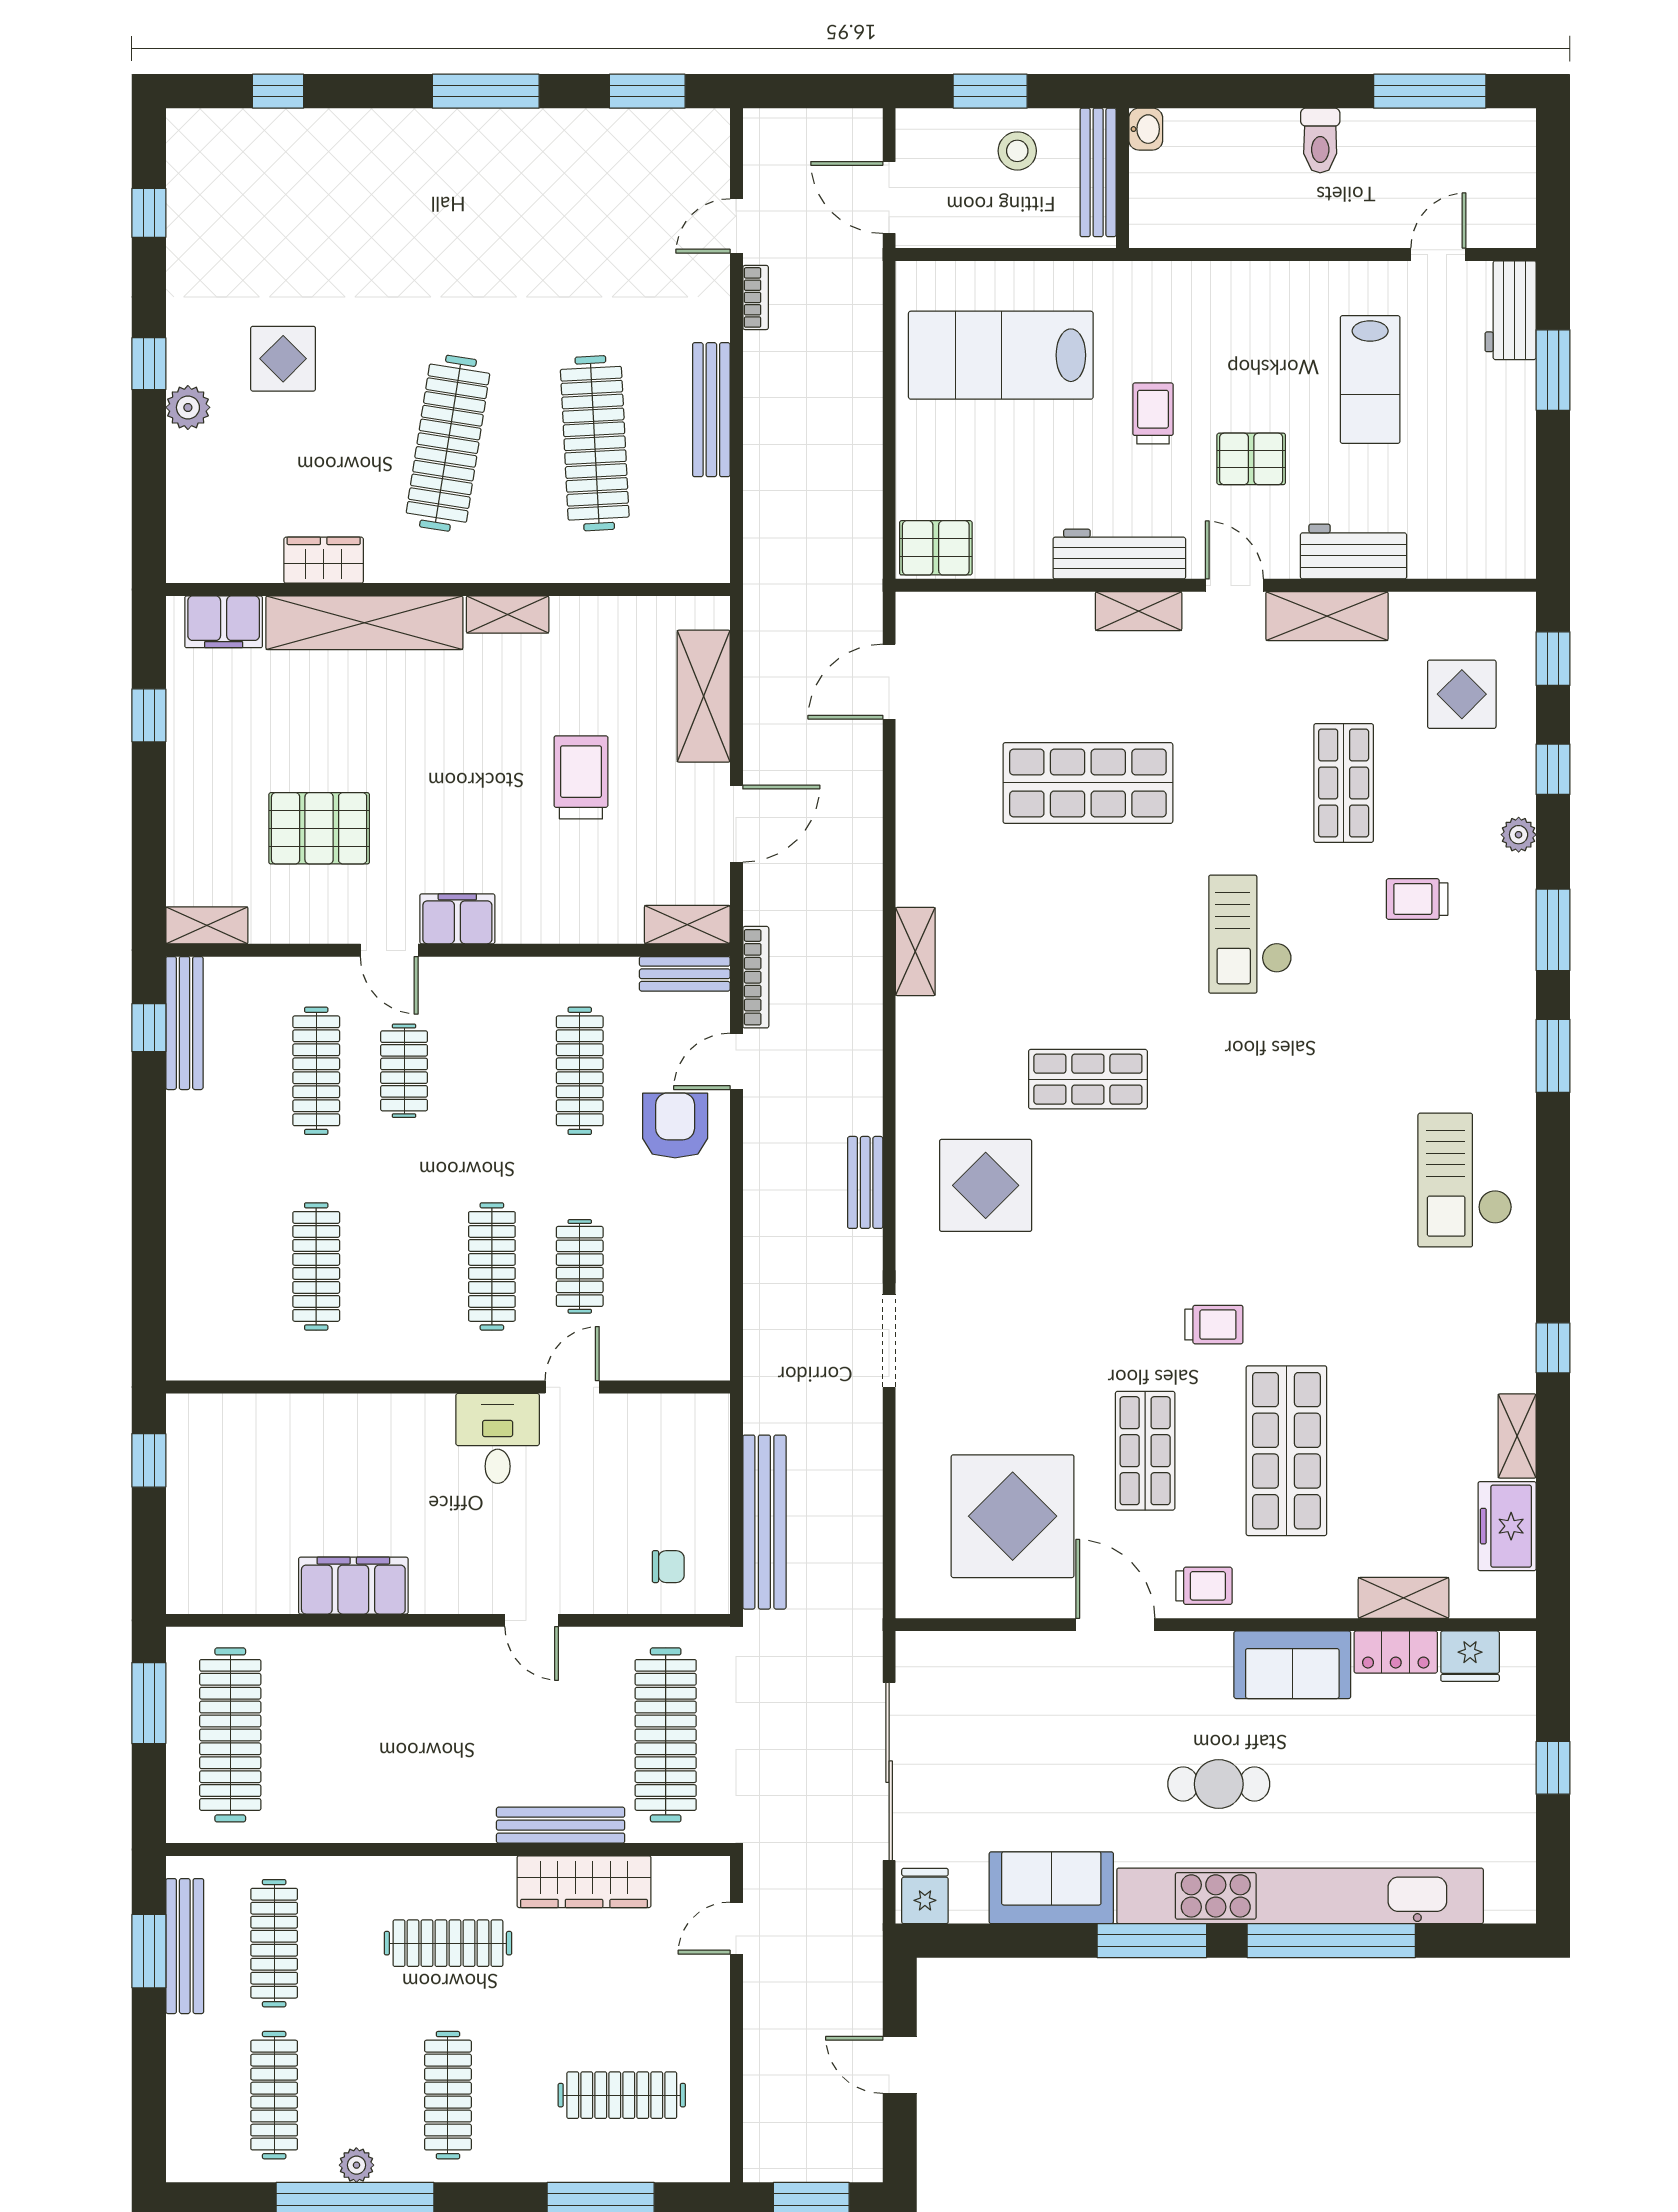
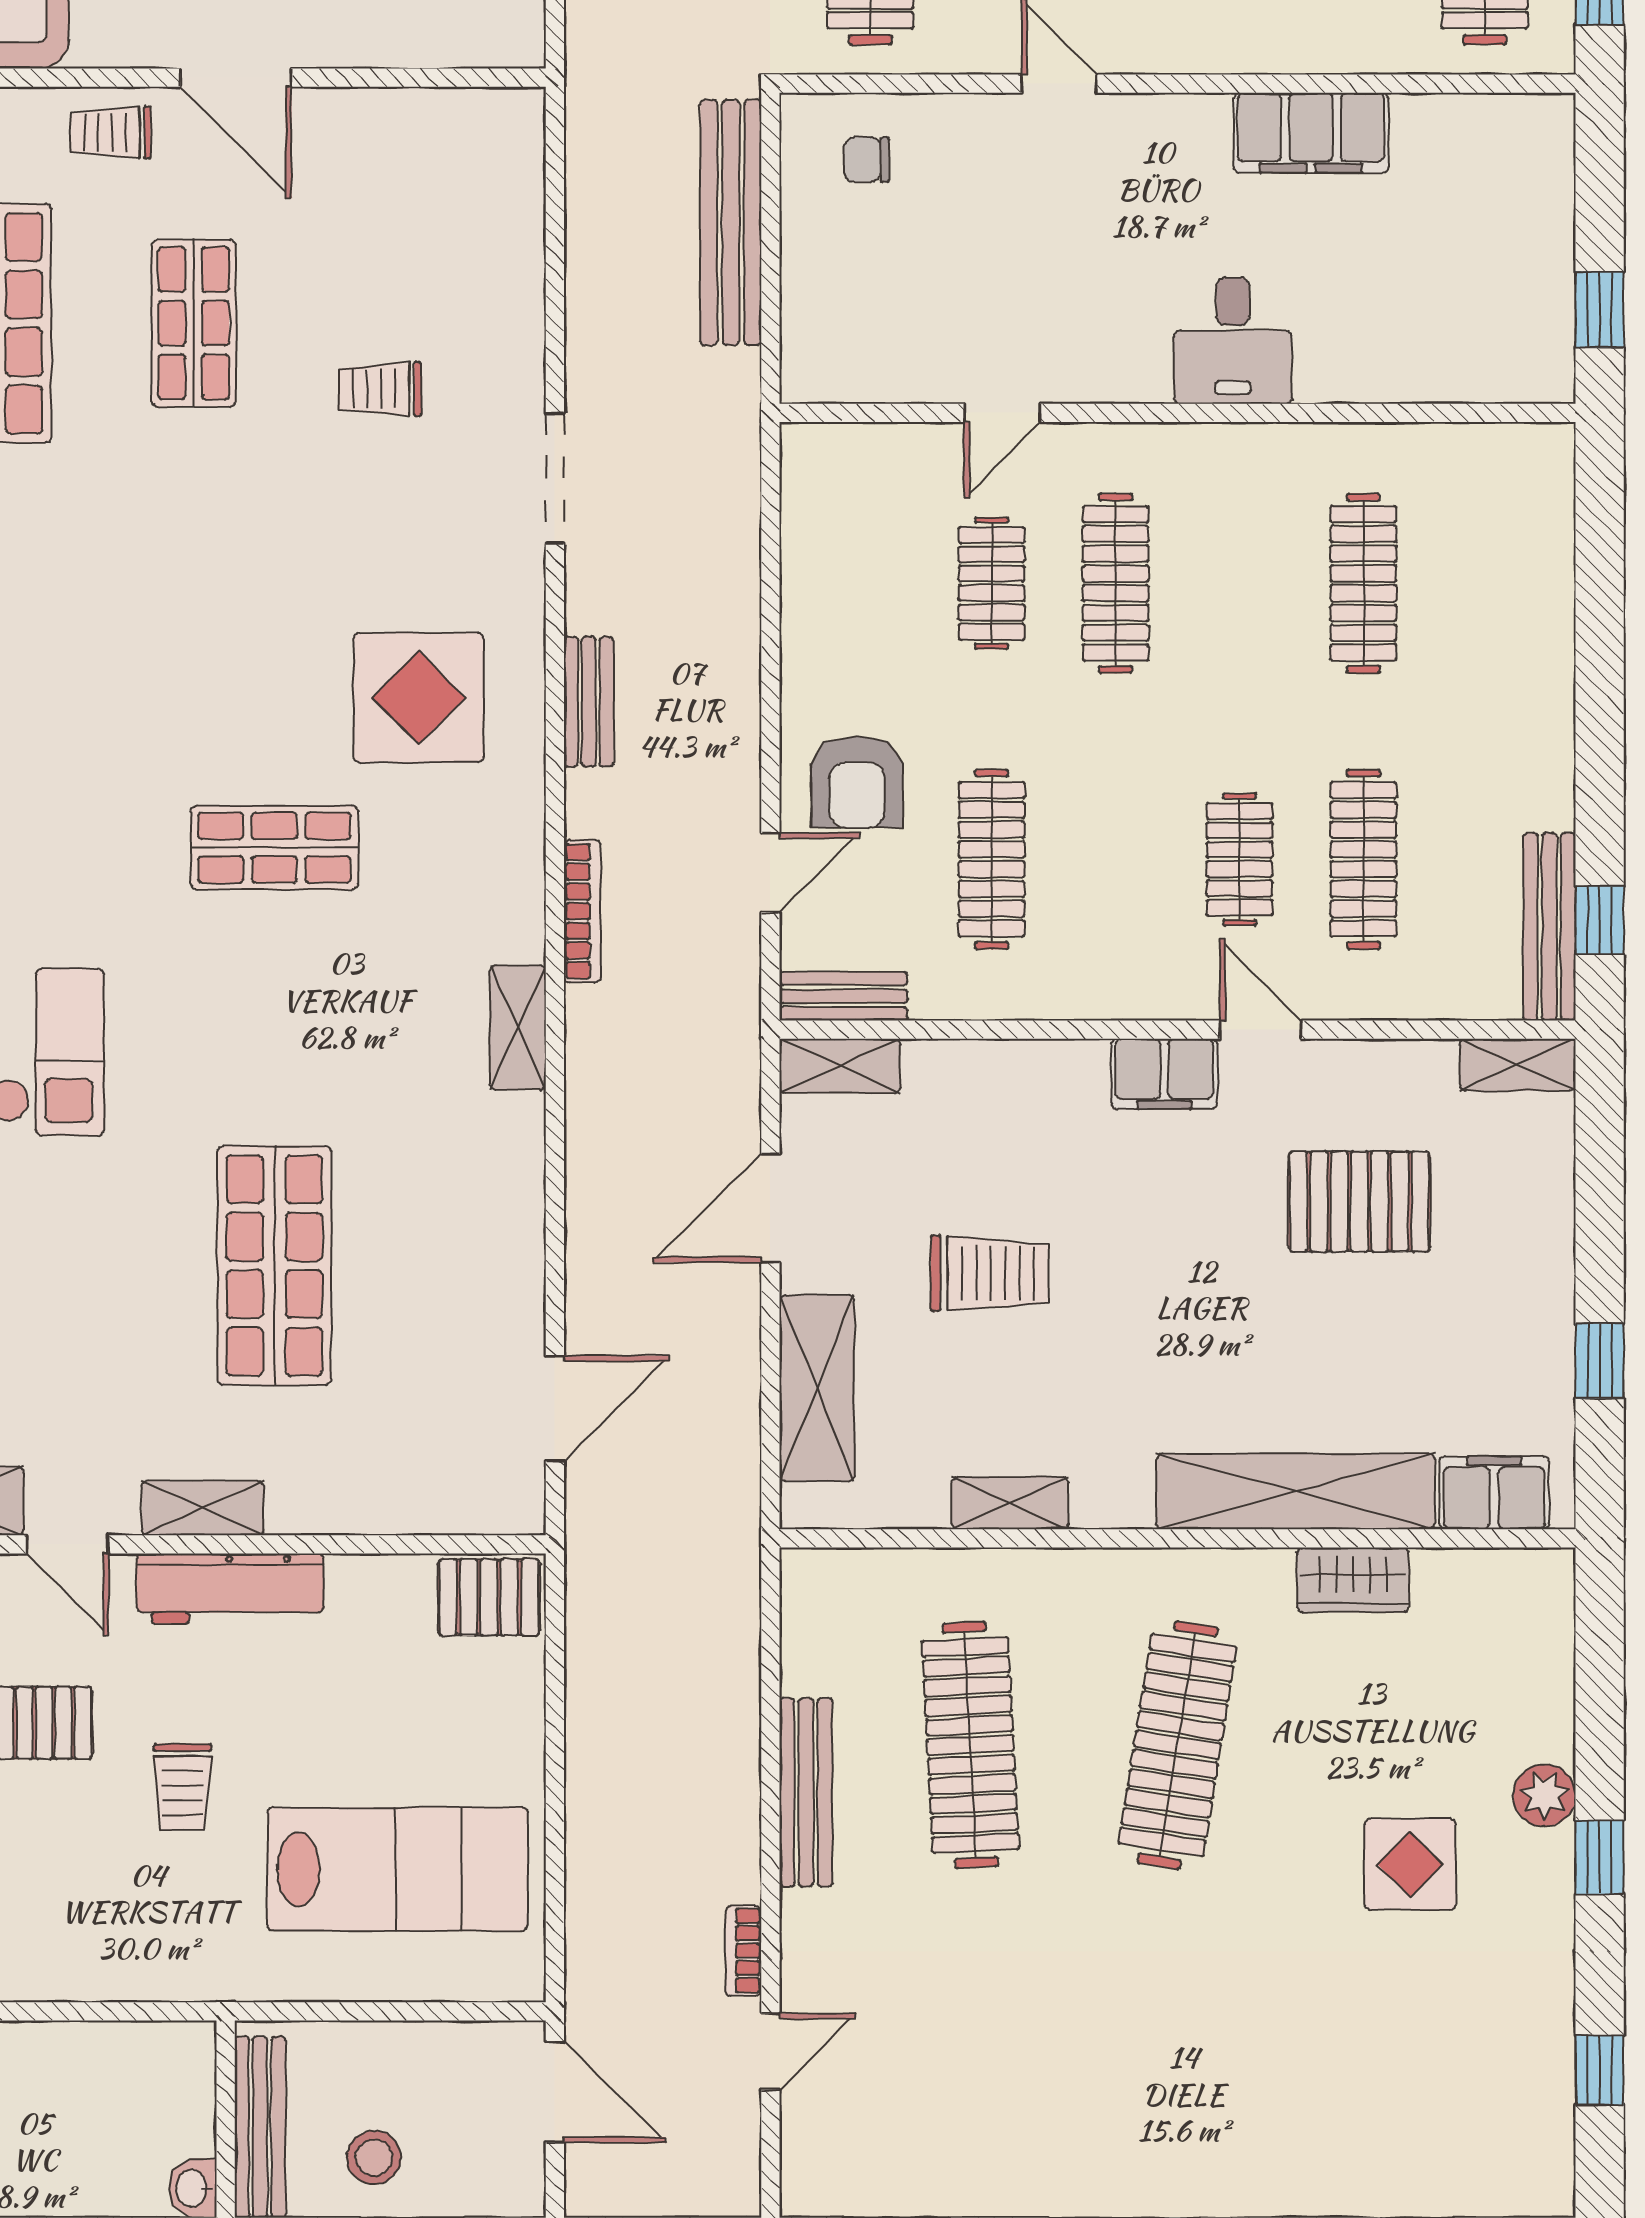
shelving: (508, 615) -> (1010, 1503), moved
trolley: (581, 777) -> (990, 1273), turned -90
shop shelf: (1088, 783) -> (274, 1265), turned 90
bookcase: (756, 977) -> (582, 911), moved, turned 180
trolley: (1214, 1325) -> (380, 389), moved
desk: (498, 1438) -> (1233, 341), moved
display table: (1013, 1516) -> (381, 231), removed

